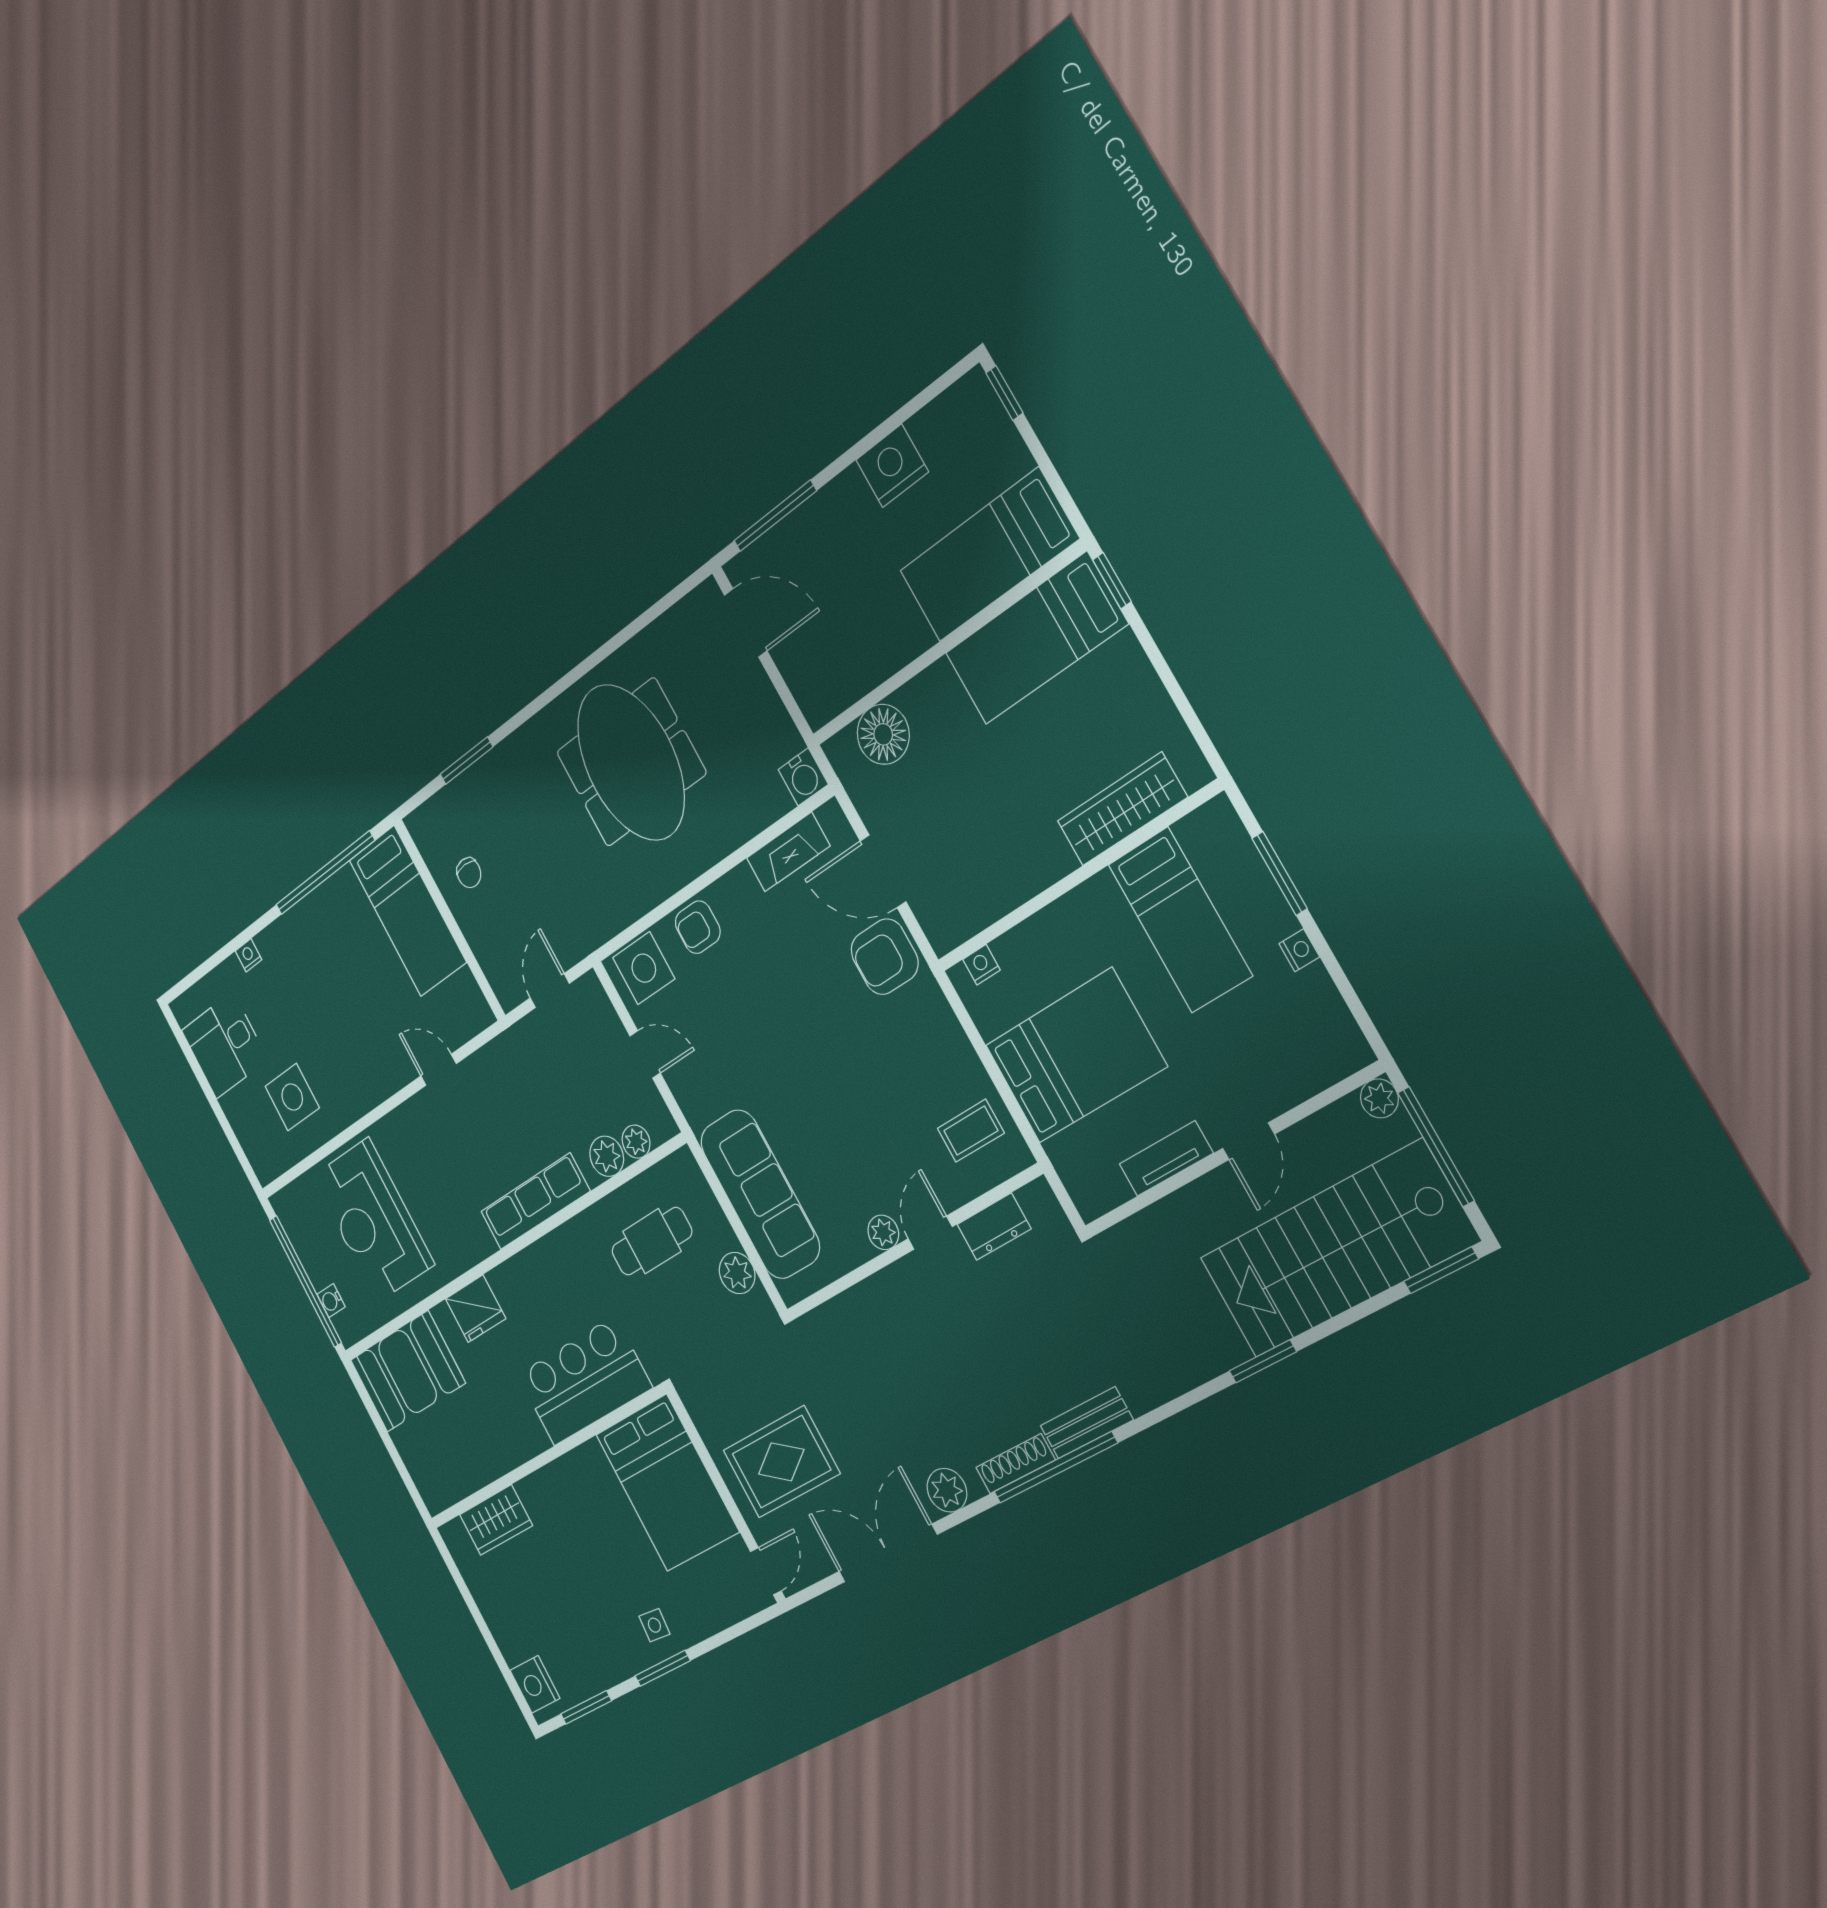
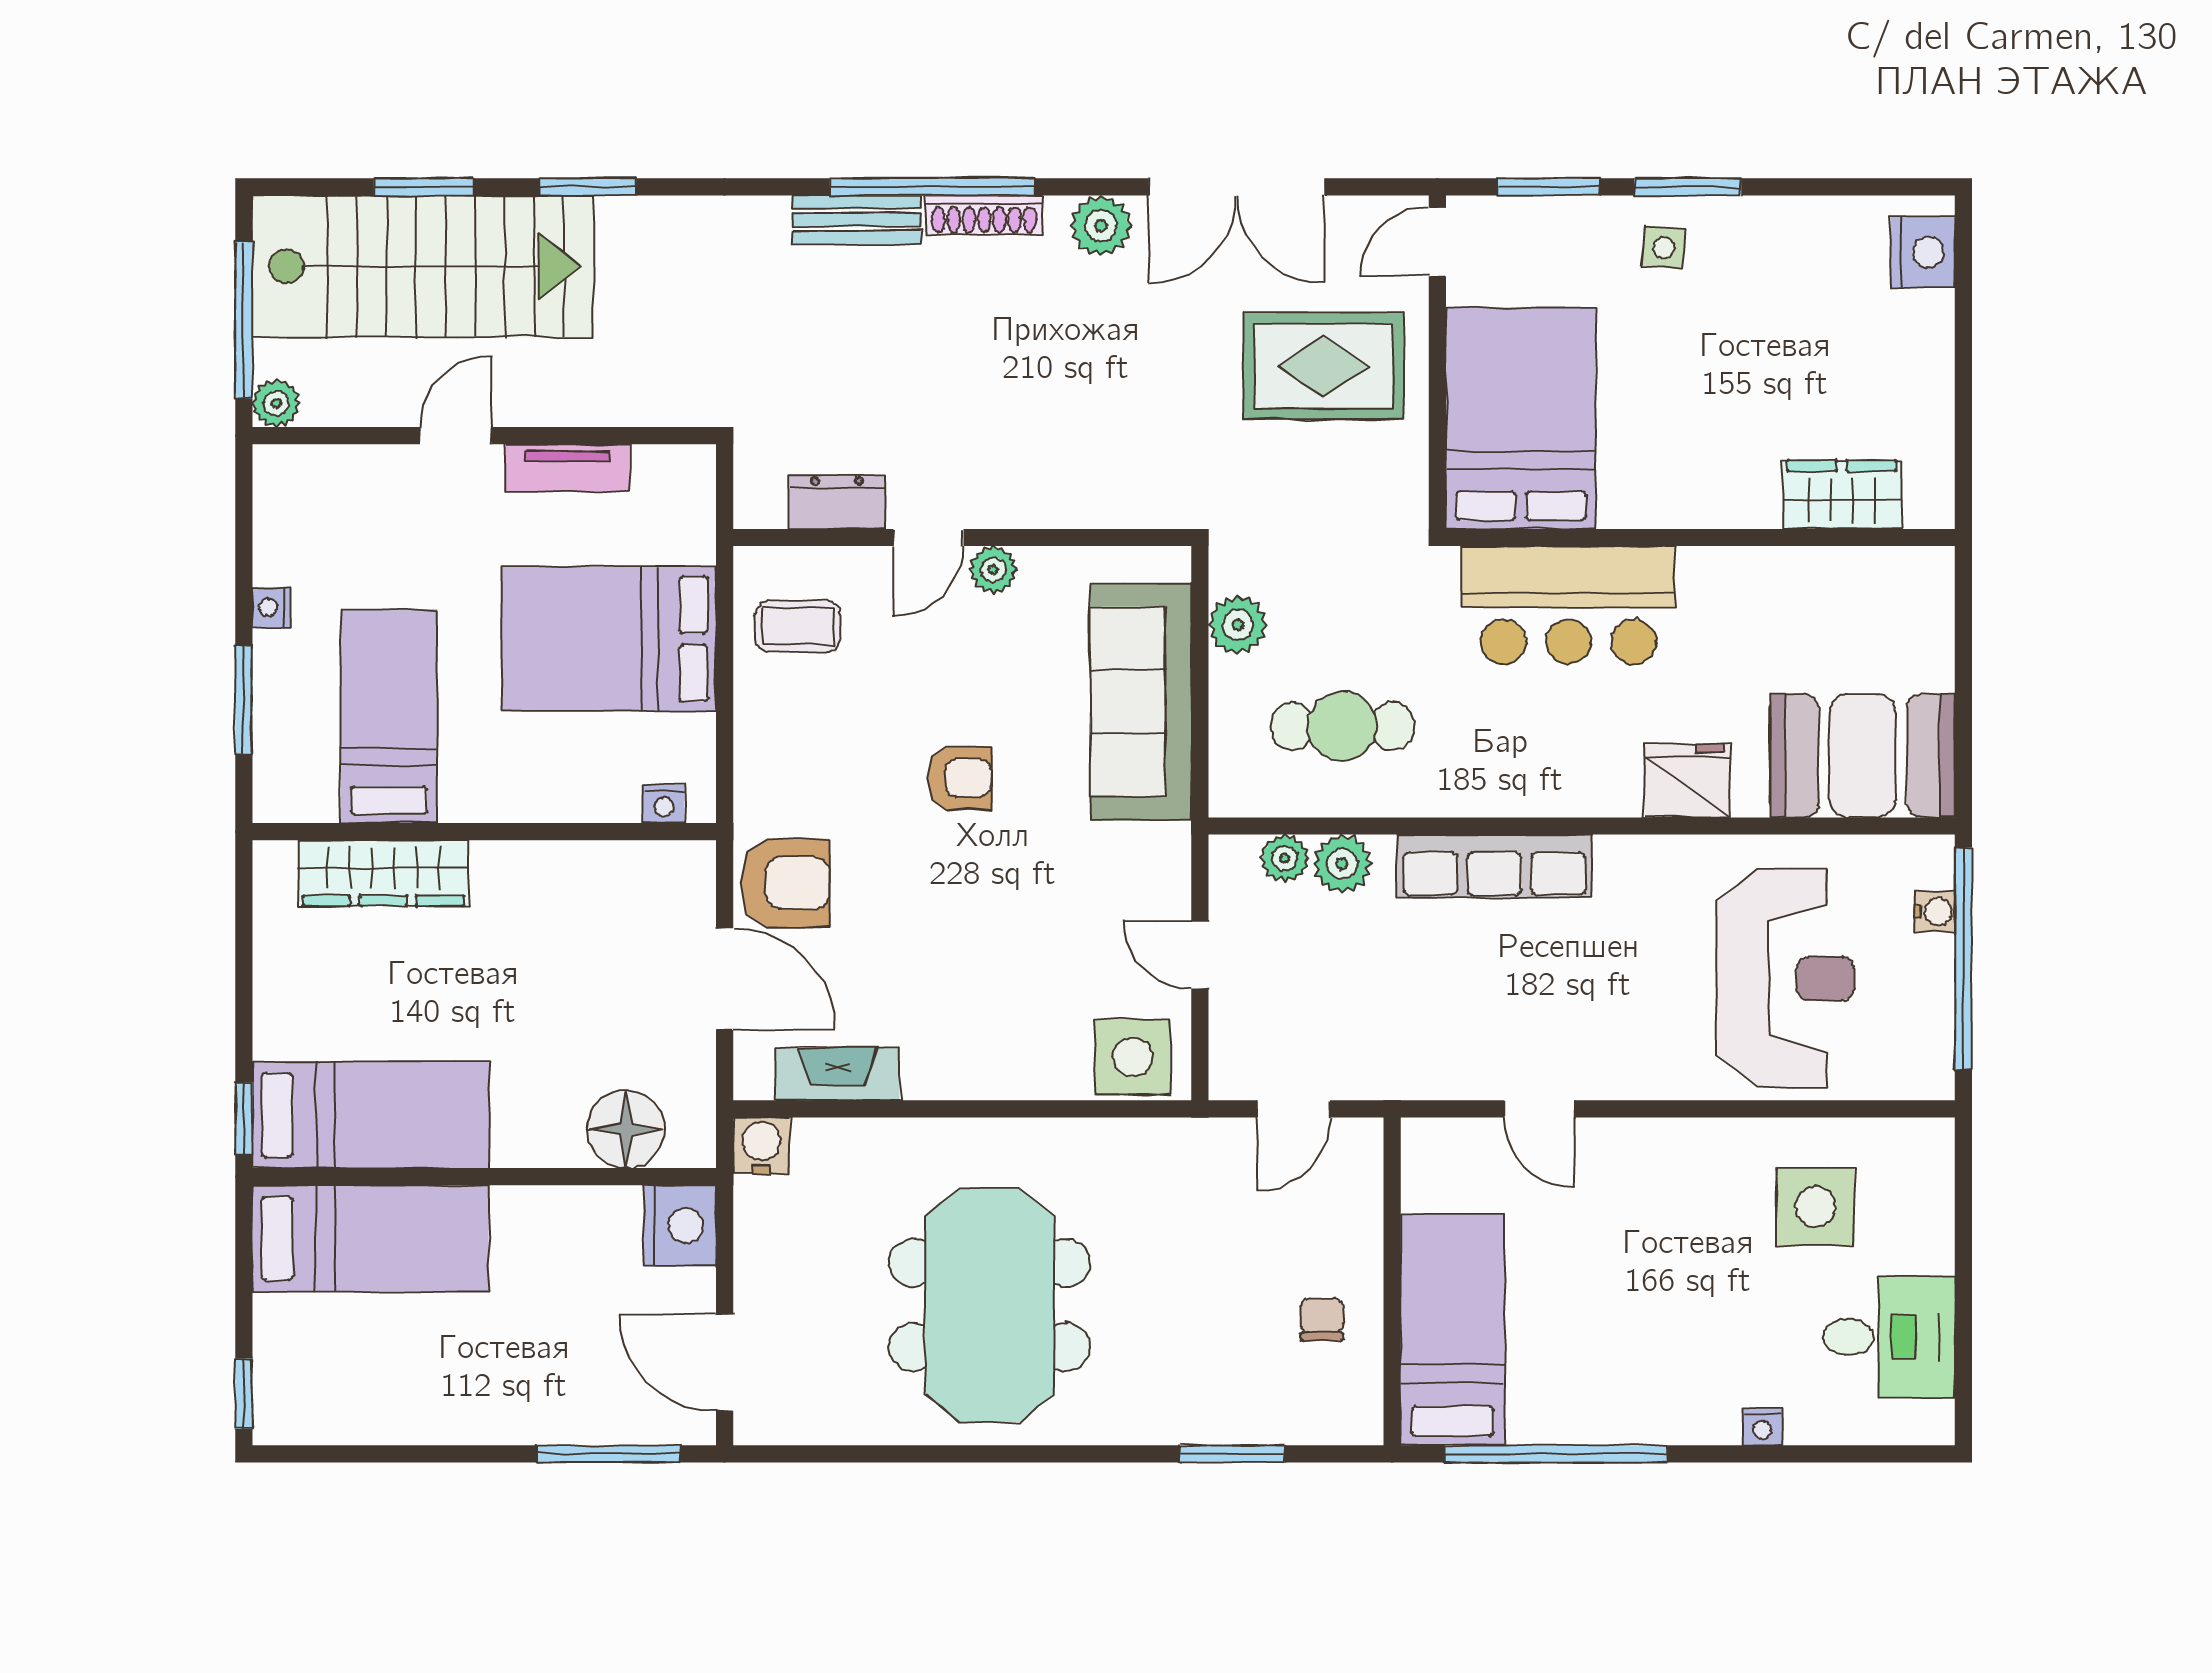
nightstand: (892, 466) -> (680, 1226), moved, turned -90
armchair: (698, 927) -> (959, 778), moved
window: (1441, 1270) -> (424, 187), moved
window: (586, 1707) -> (1549, 187), moved

